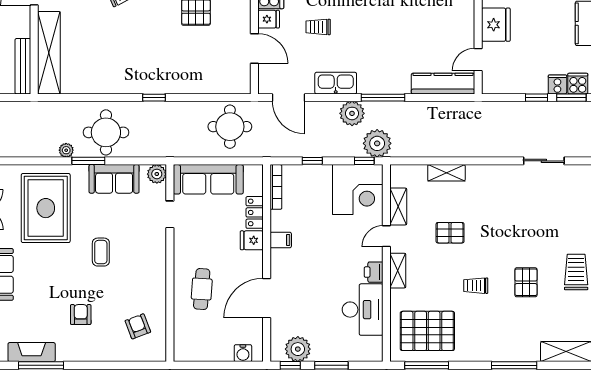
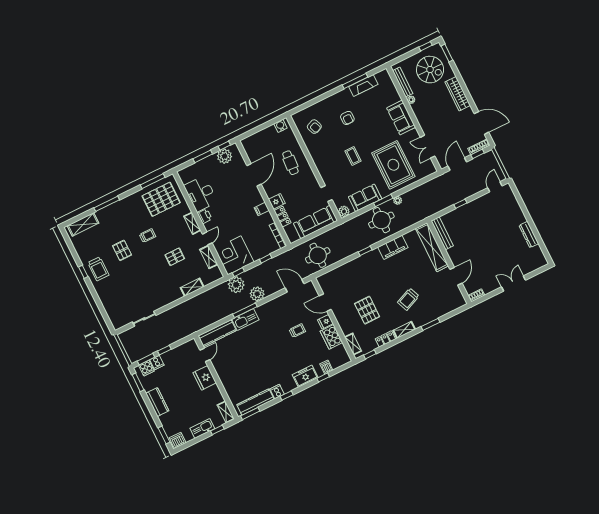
filing cabinet: (109, 82) -> (393, 247), added
kitchen sink: (336, 83) -> (245, 320), moved
water cooler: (243, 353) -> (280, 126), moved

